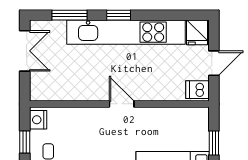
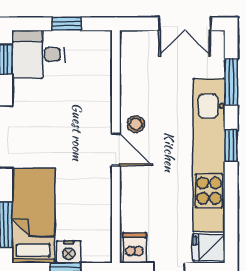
stool: (102, 89) -> (136, 124), added
door: (122, 104) -> (116, 150), hinge flipped
nightstand: (38, 120) -> (69, 252), moved, turned 180

